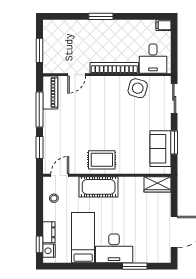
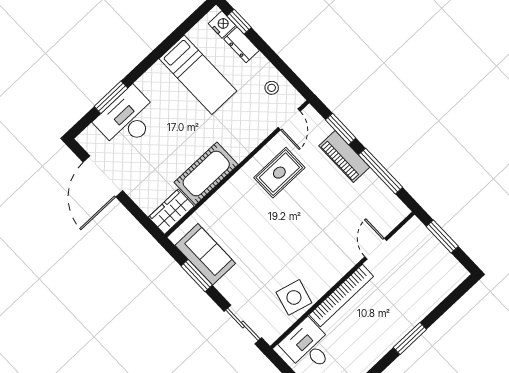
piano: (50, 92) -> (344, 156), moved
rug: (102, 160) -> (279, 173), moved
cot: (99, 187) -> (206, 173), moved
desk: (114, 248) -> (127, 119), moved

